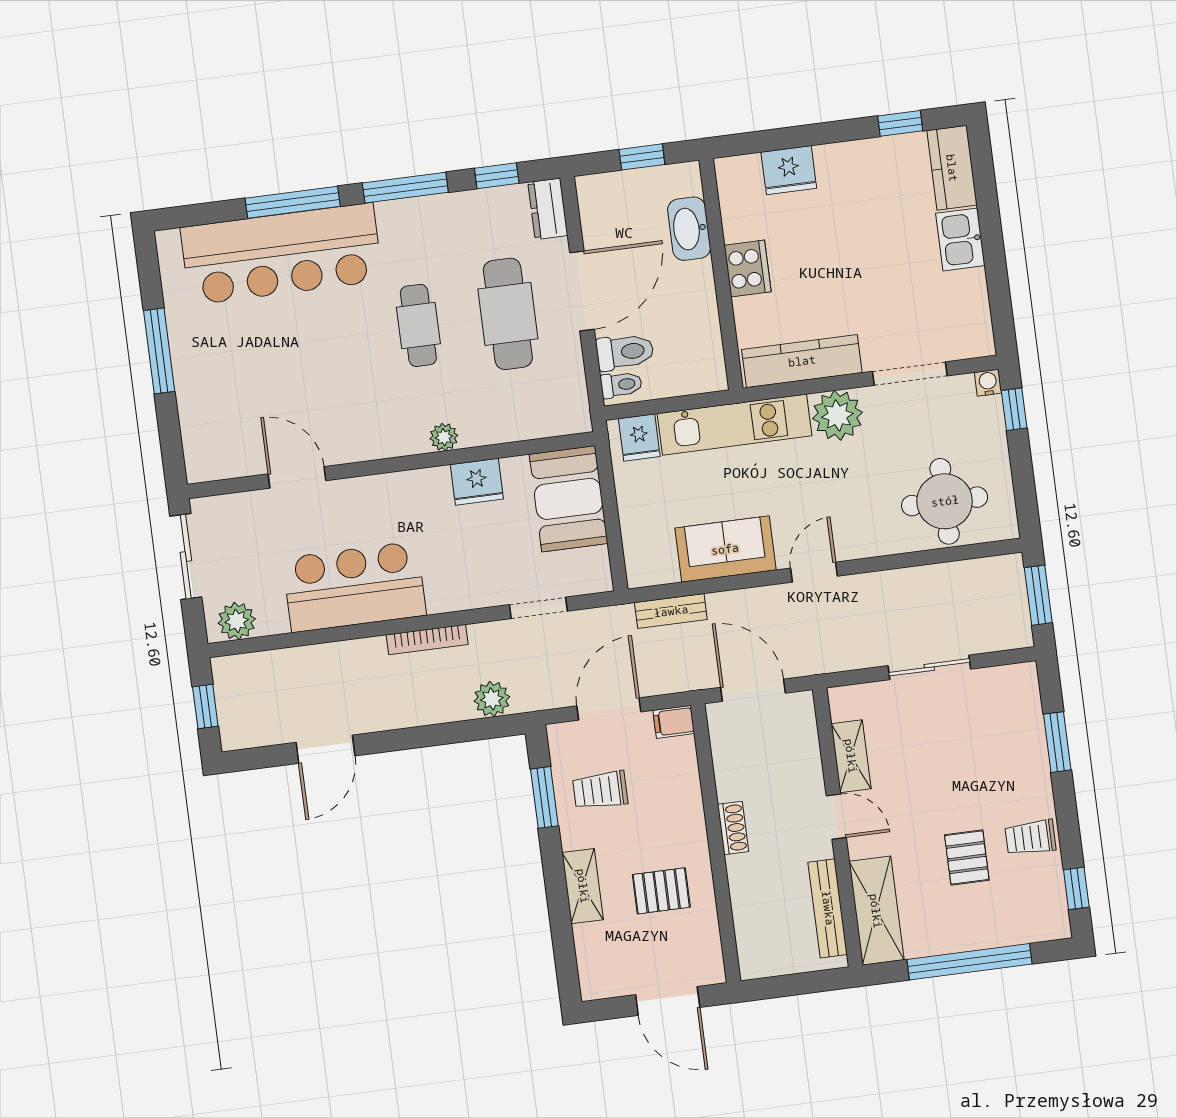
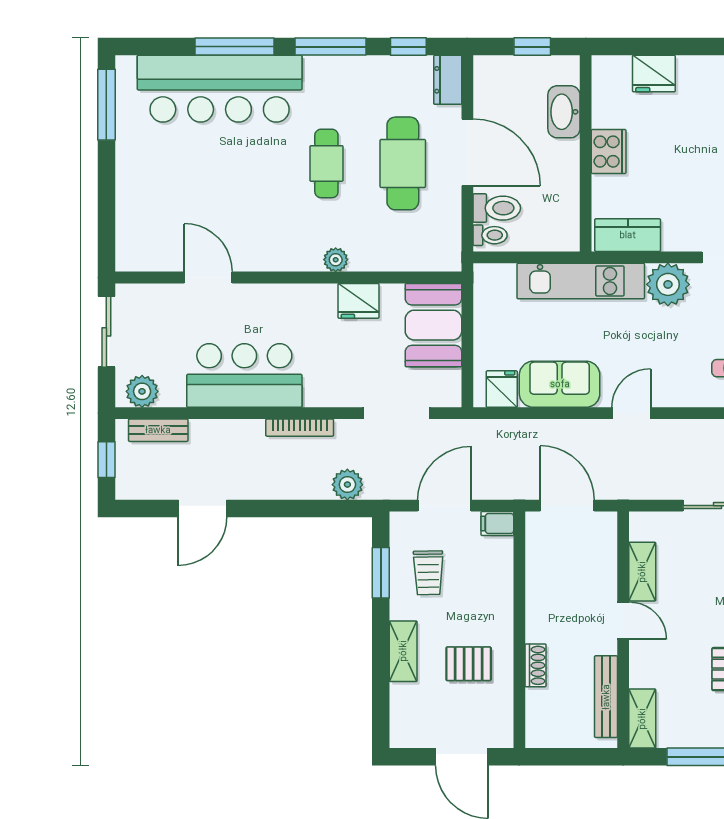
door: (582, 291) -> (467, 152), hinge flipped
window: (159, 351) -> (106, 105), moved
kitchen counter: (802, 361) -> (628, 235), width x0.67
fridge: (639, 438) -> (502, 389), moved, turned 180
doorway: (538, 608) -> (396, 413), width x1.38
bench: (671, 611) -> (158, 430), moved
trolley: (600, 790) -> (428, 573), turned -91
shoe rack: (733, 828) -> (536, 665), moved
shelving: (876, 911) -> (642, 719), width x0.67, depth x0.75

